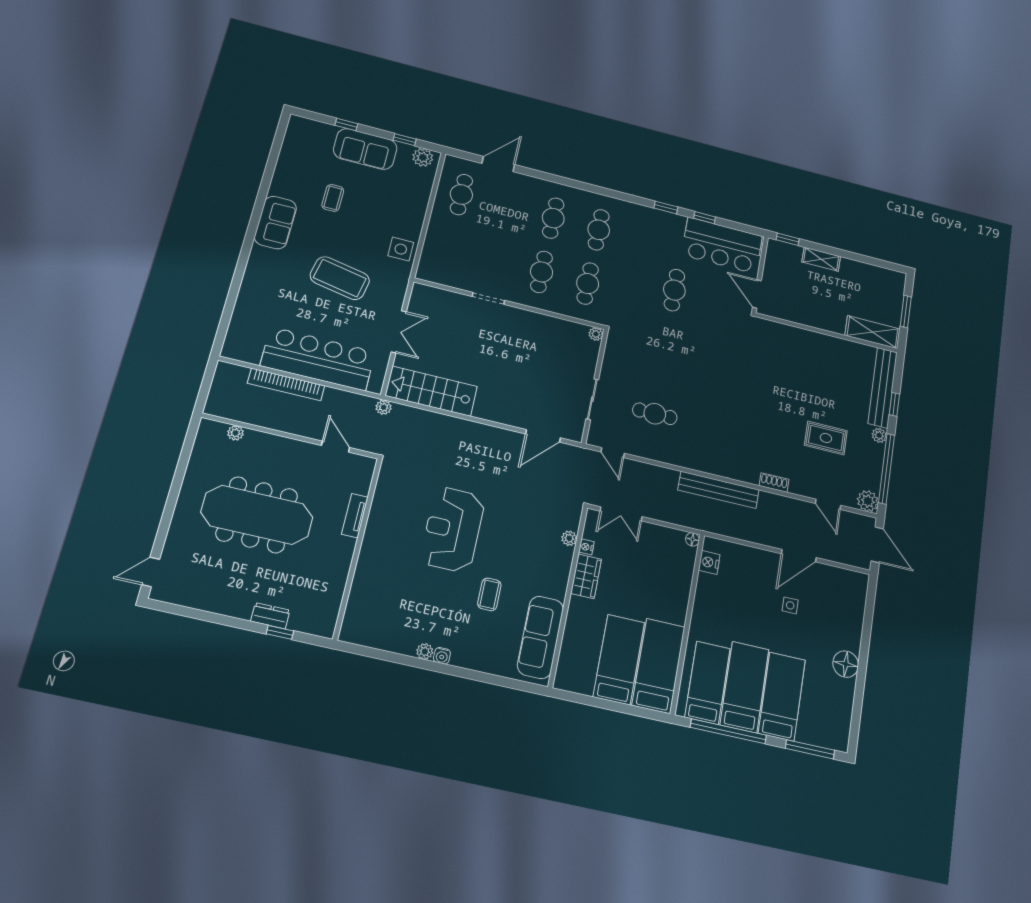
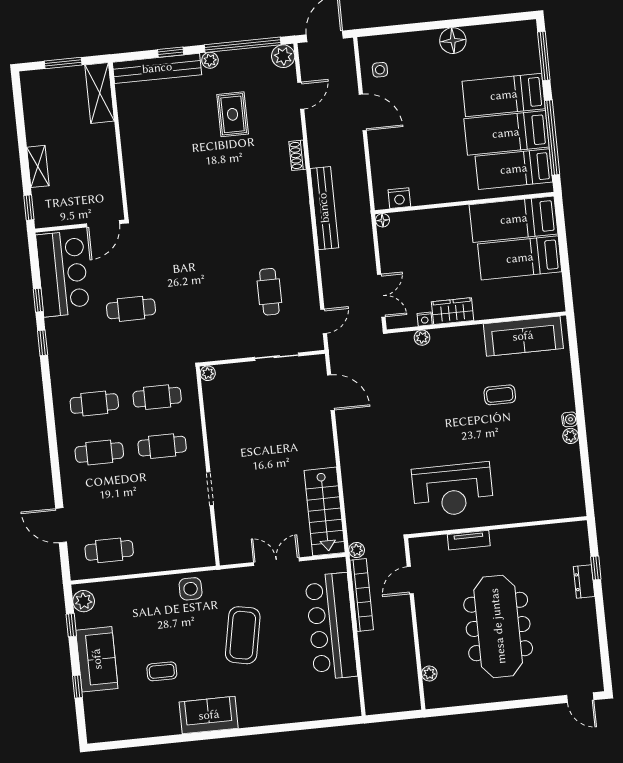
bookcase: (286, 384) -> (362, 595), moved
reception desk: (453, 529) -> (453, 490), moved
side table: (790, 605) -> (380, 70), moved

